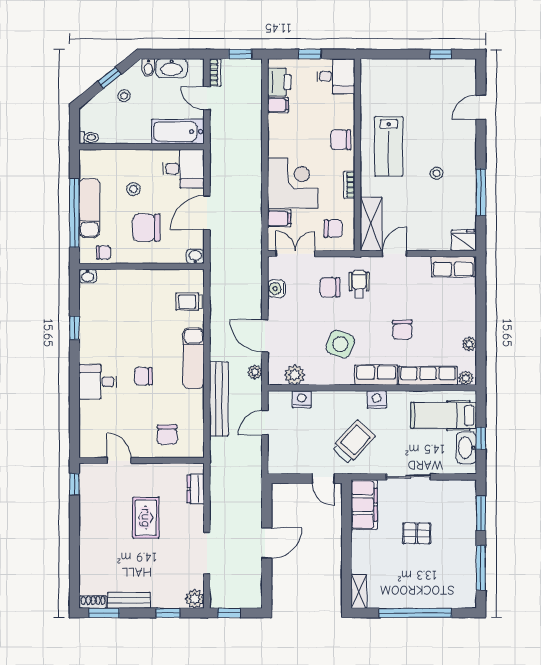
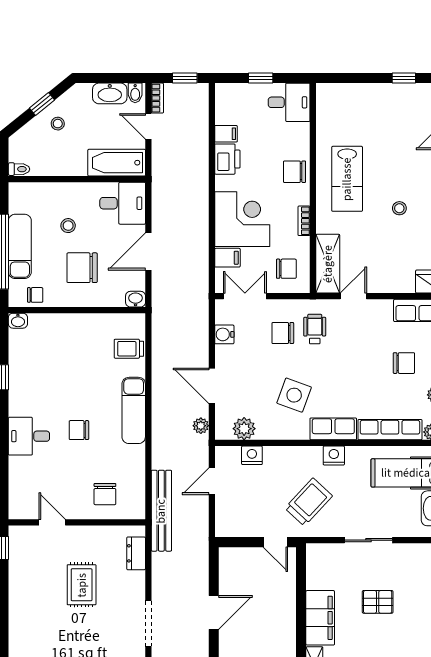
bidet: (148, 68) -> (135, 93), moved
printer: (279, 82) -> (227, 159), moved
chair: (402, 330) -> (404, 363), moved, turned -90
bench: (219, 399) -> (161, 511), moved
filing cabinet: (364, 505) -> (320, 618), moved

